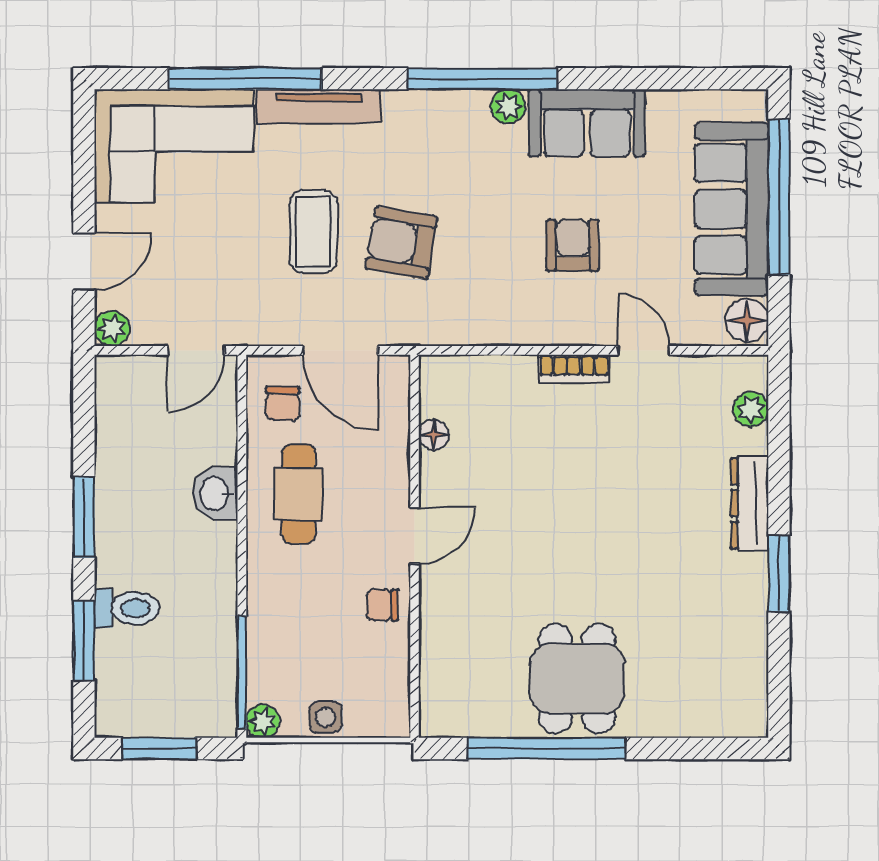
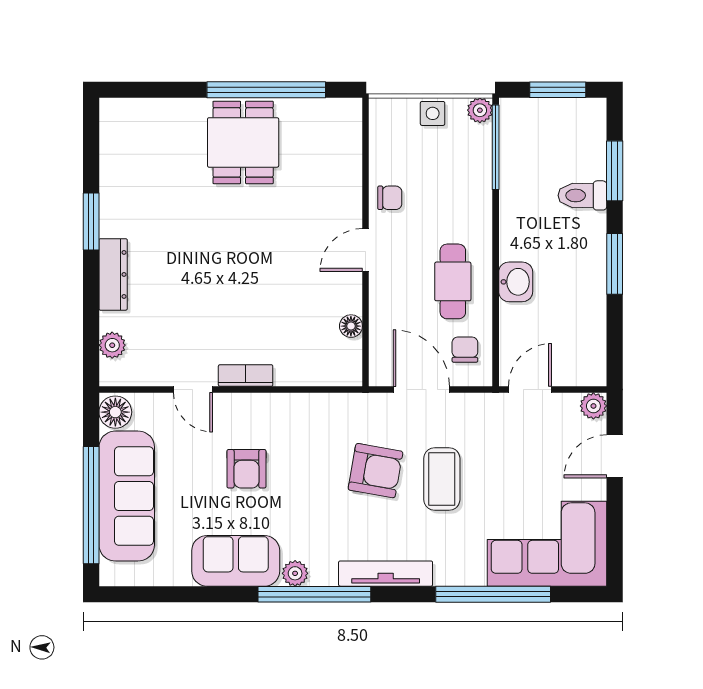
tv unit: (319, 106) -> (386, 574), moved

